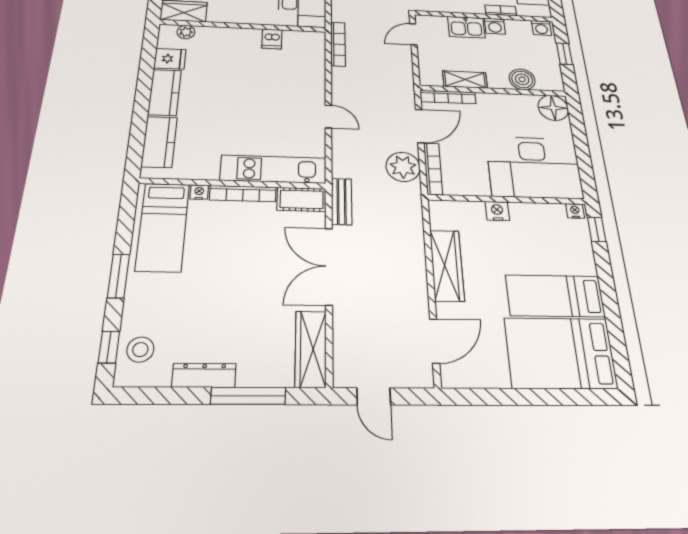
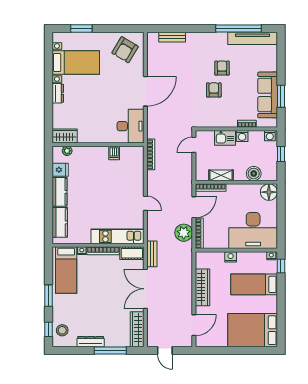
bed: (555, 296) -> (254, 284), moved

